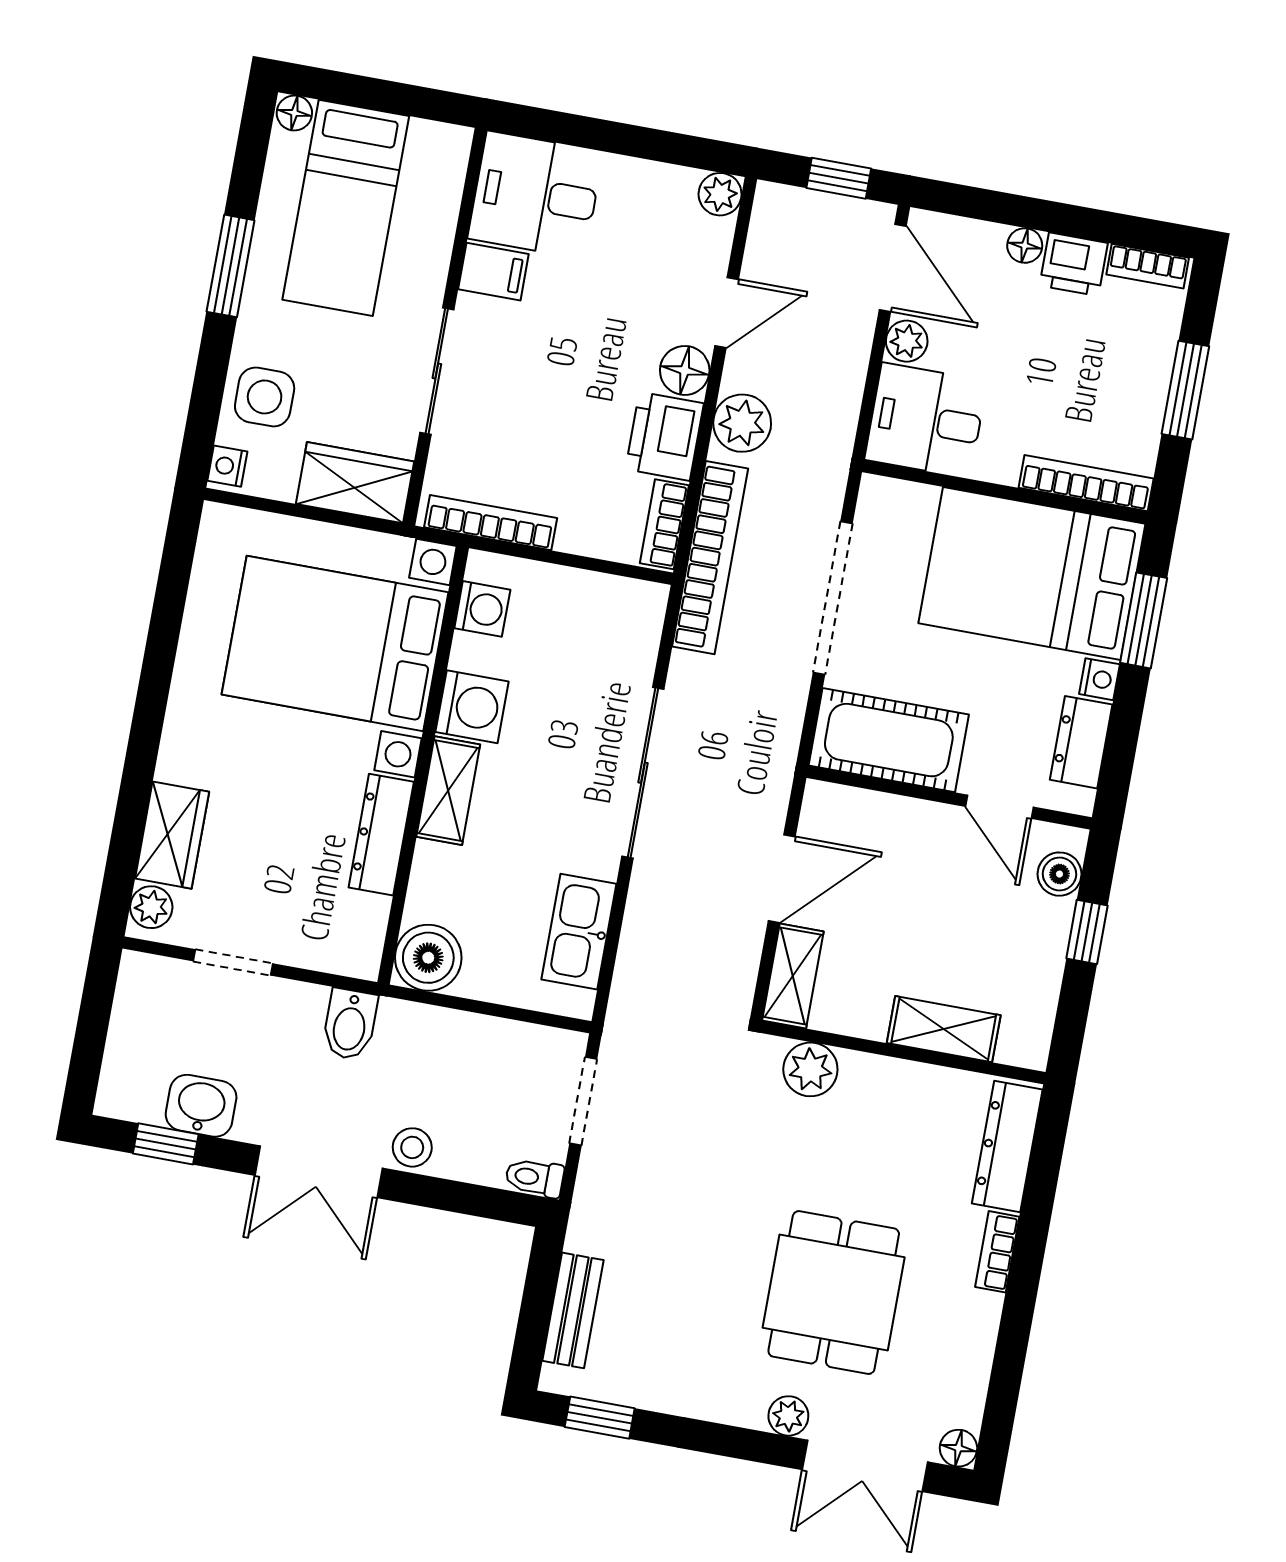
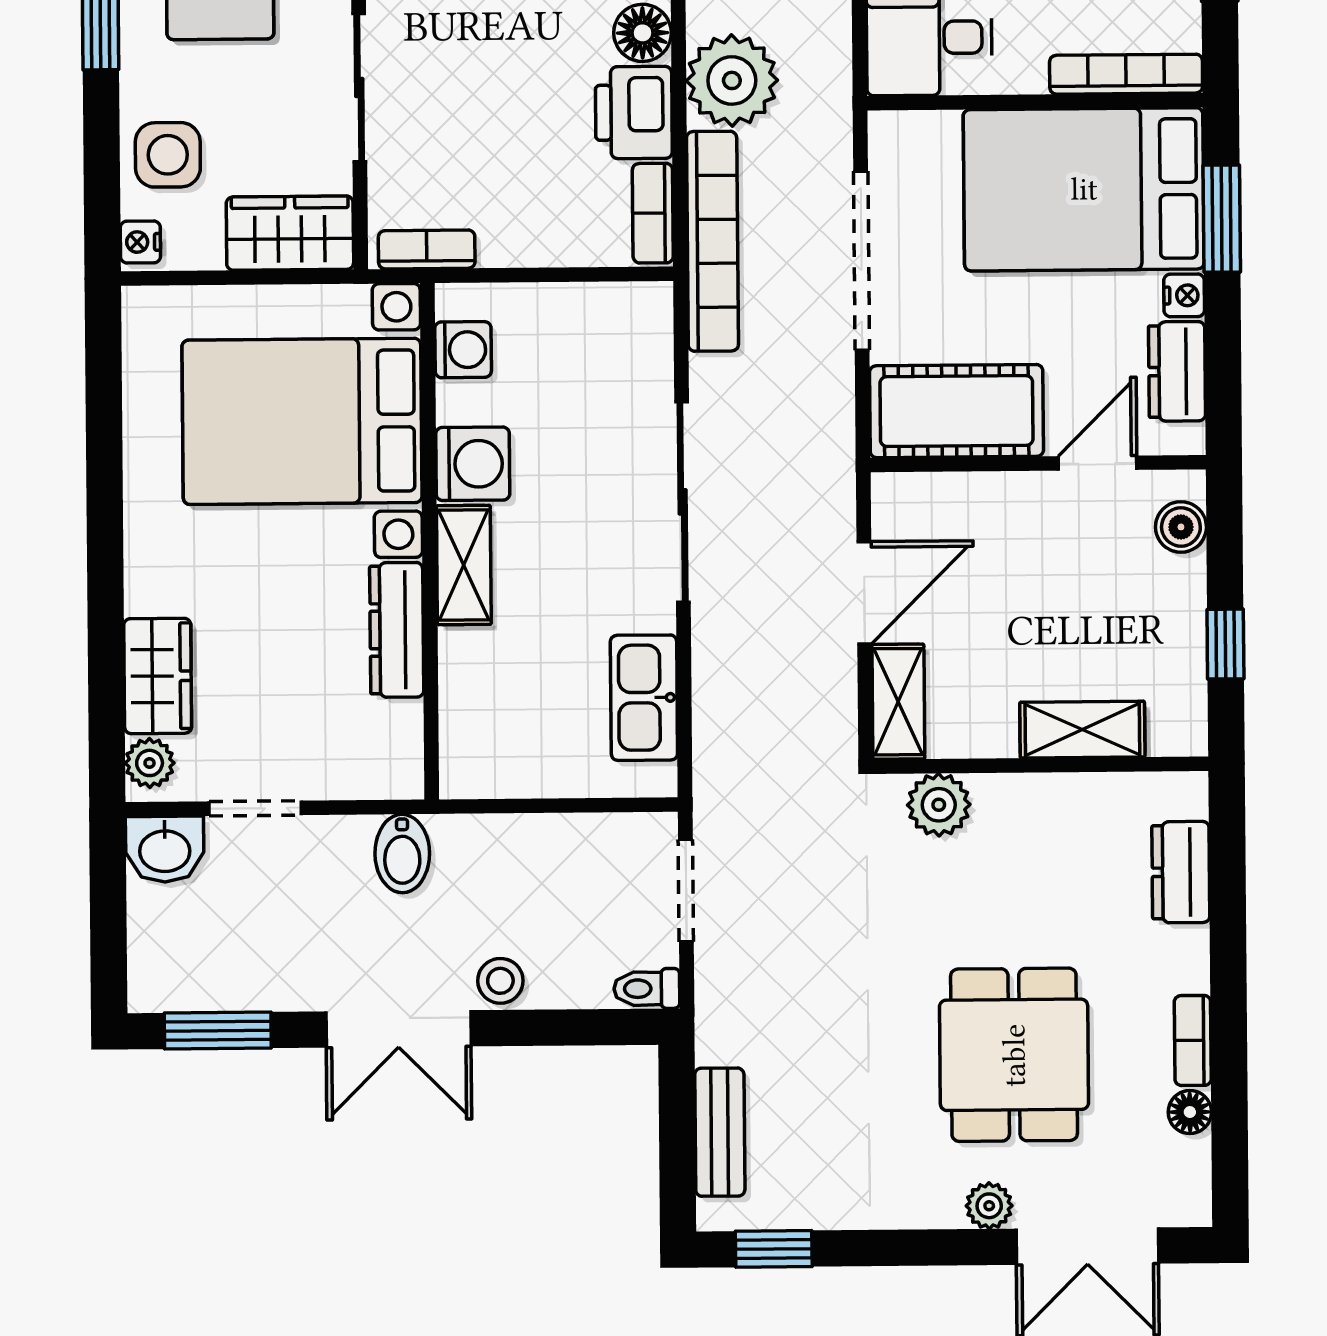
plant: (742, 423) -> (732, 80), width x1.36, depth x1.36
bookcase: (491, 523) -> (427, 249), width x0.64
door: (999, 807) -> (1098, 463), swing flipped
window: (1087, 932) -> (1225, 644), moved
boiler: (428, 958) -> (477, 760), removed
washbasin: (201, 1106) -> (165, 849), moved, turned 180
window: (166, 1144) -> (218, 1031), width x1.50
dresser: (1007, 1146) -> (1181, 872), width x0.70
bookcase: (997, 1252) -> (1193, 1040), moved
floor lamp: (958, 1448) -> (1190, 1112), moved

